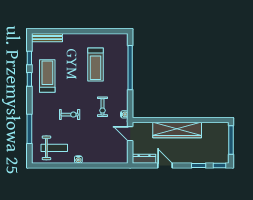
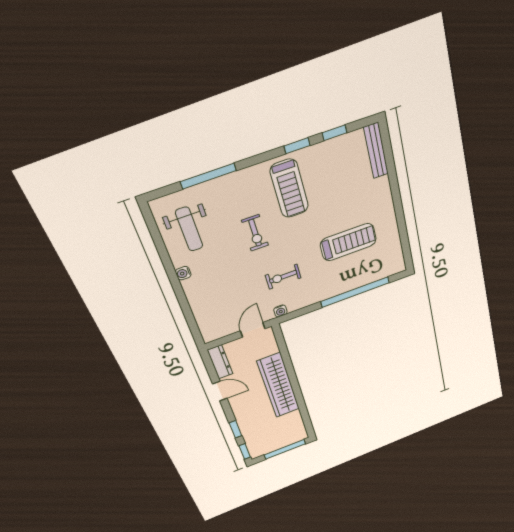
treadmill: (96, 64) -> (348, 242), turned 180
treadmill: (47, 76) -> (289, 189), moved, turned 90
door: (165, 165) -> (220, 391), hinge flipped

